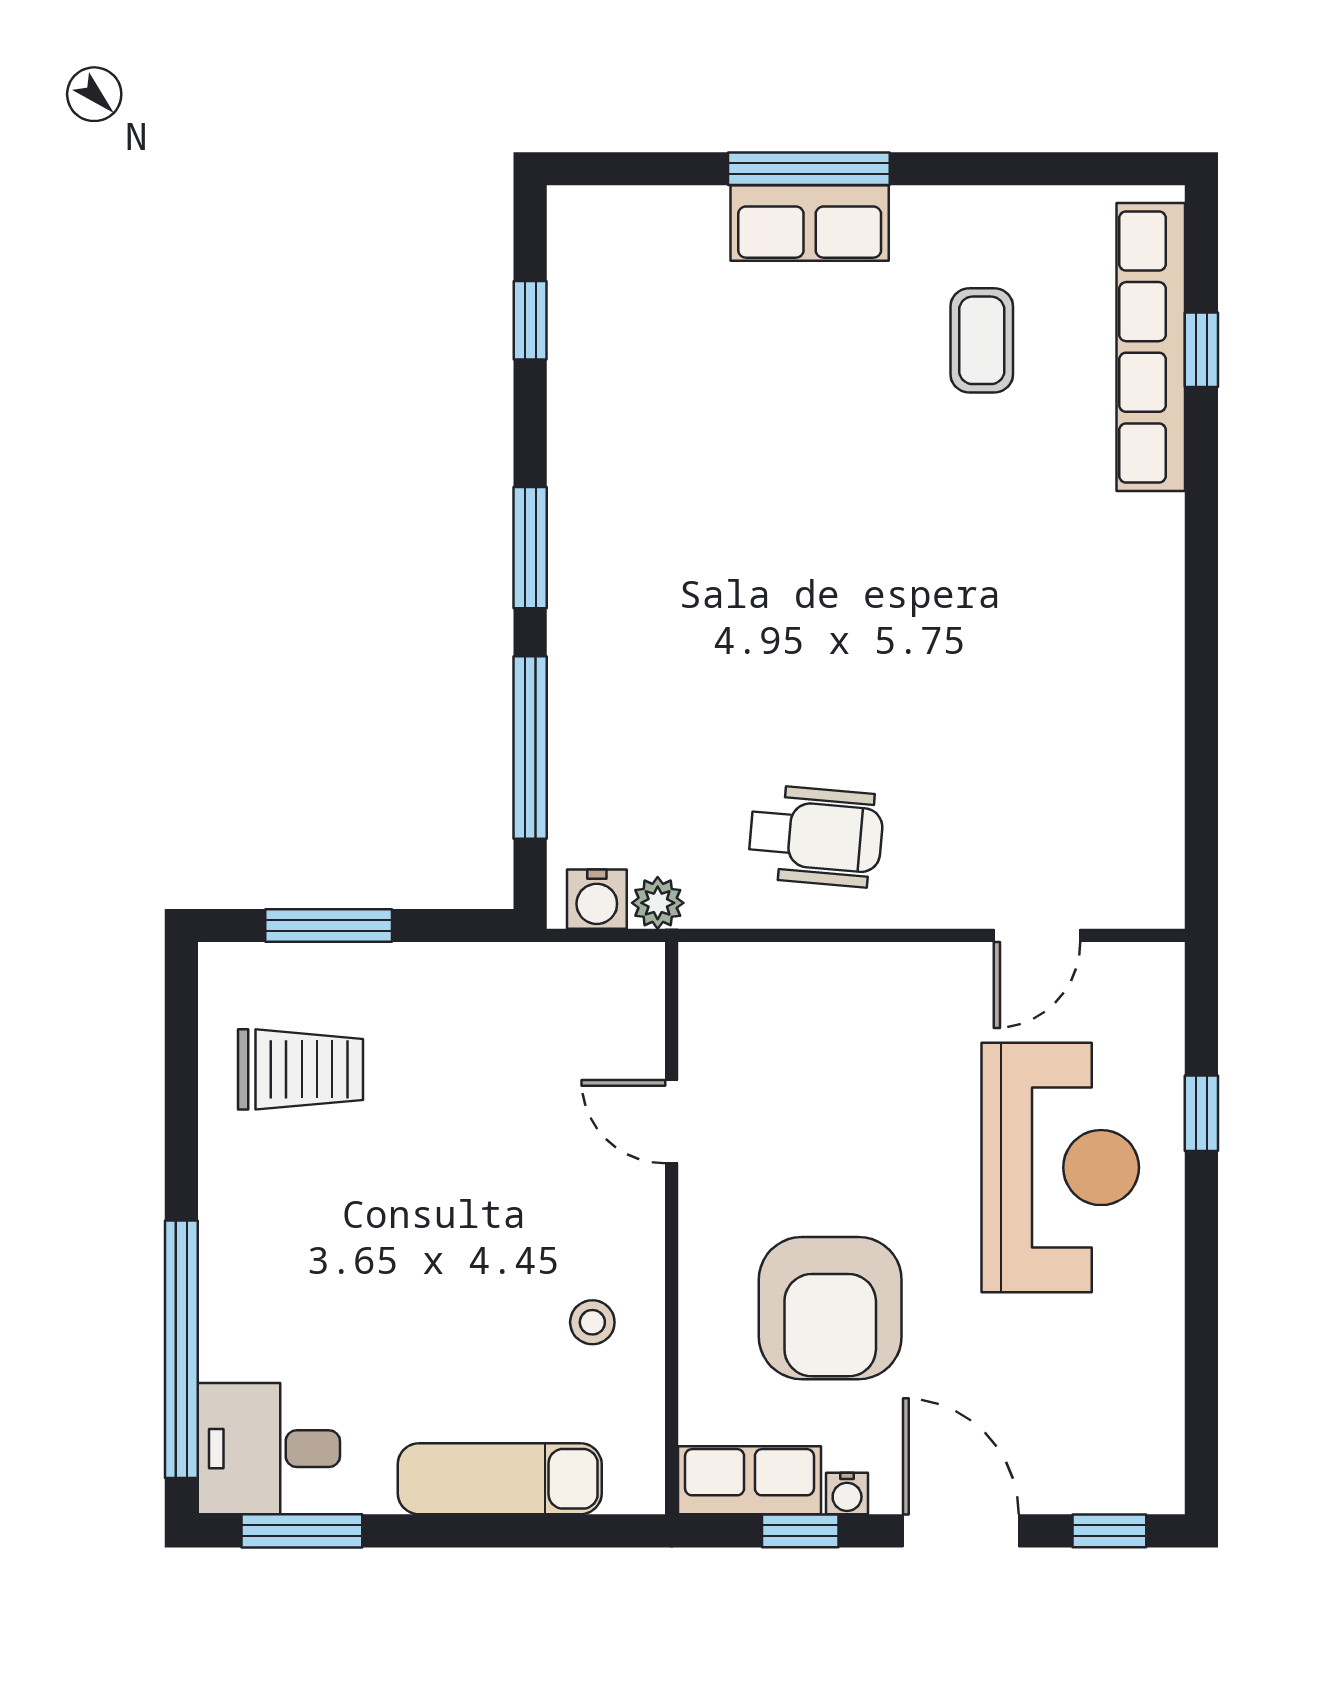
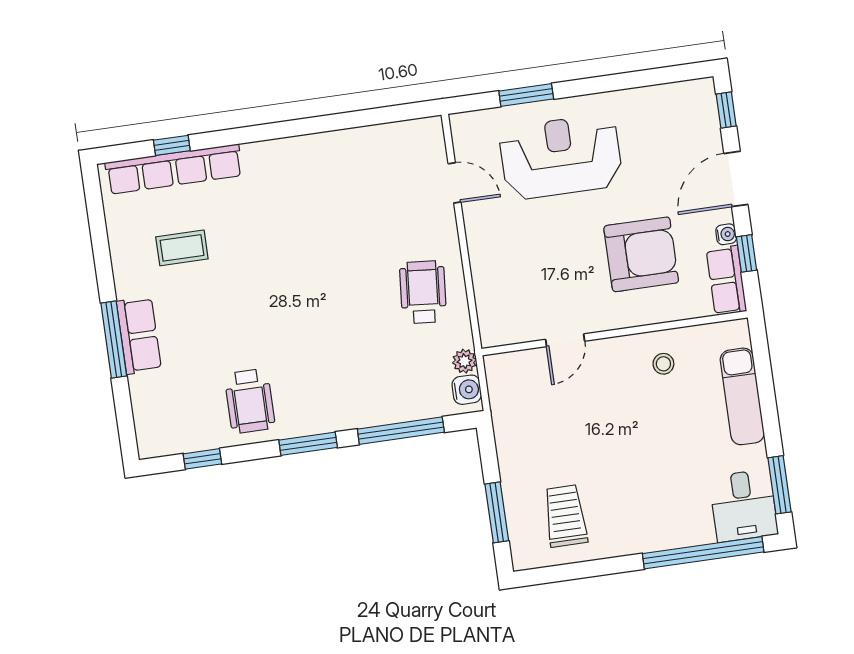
wheelchair: (638, 437) -> (250, 401), added
window: (1201, 1113) -> (526, 95), width x1.50

